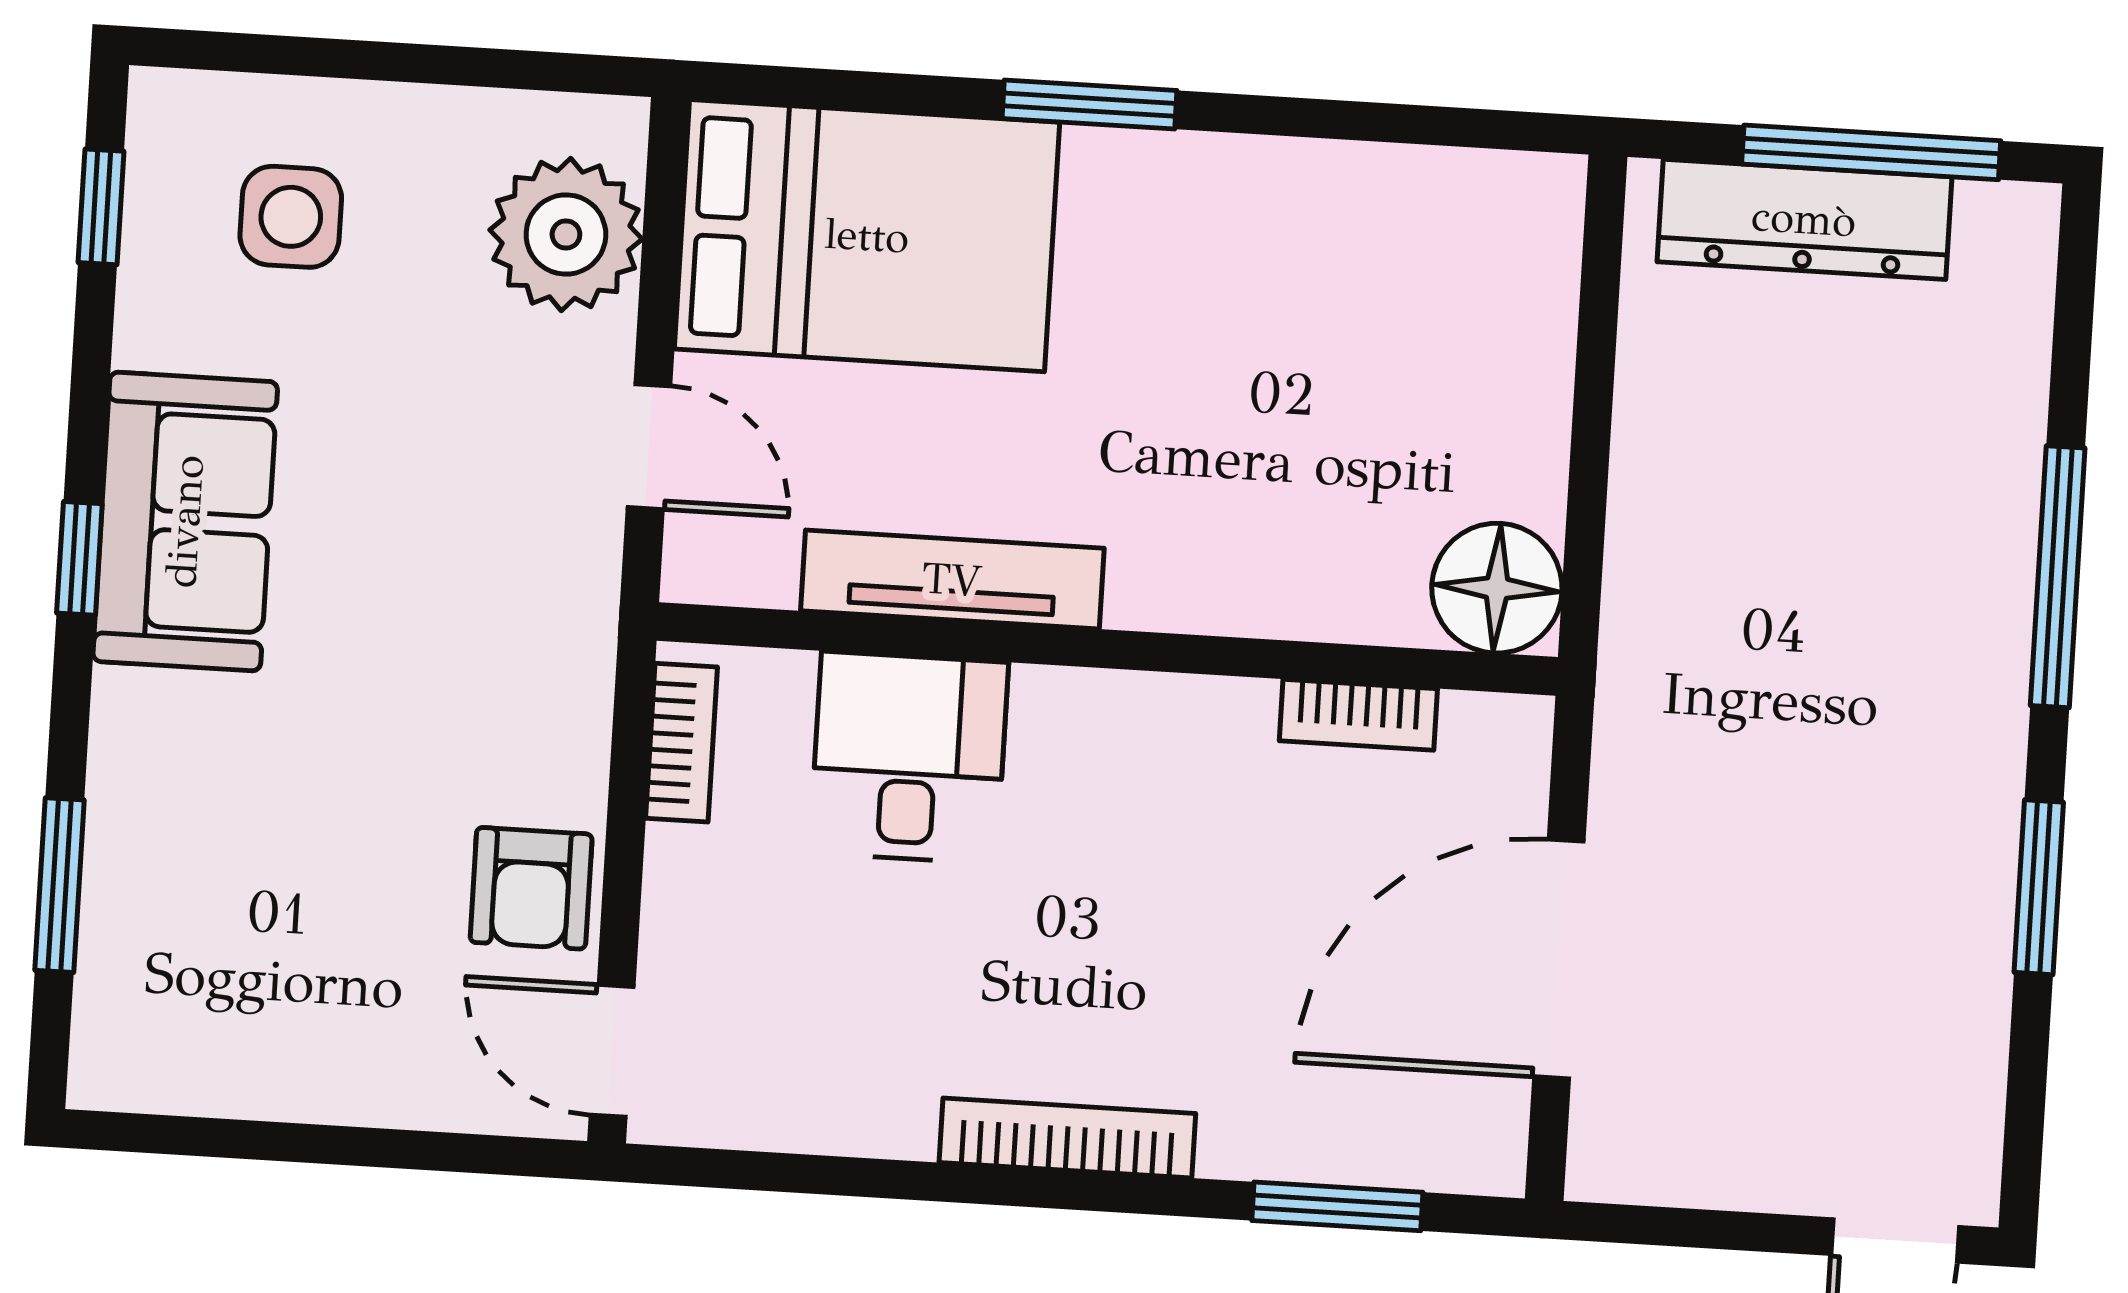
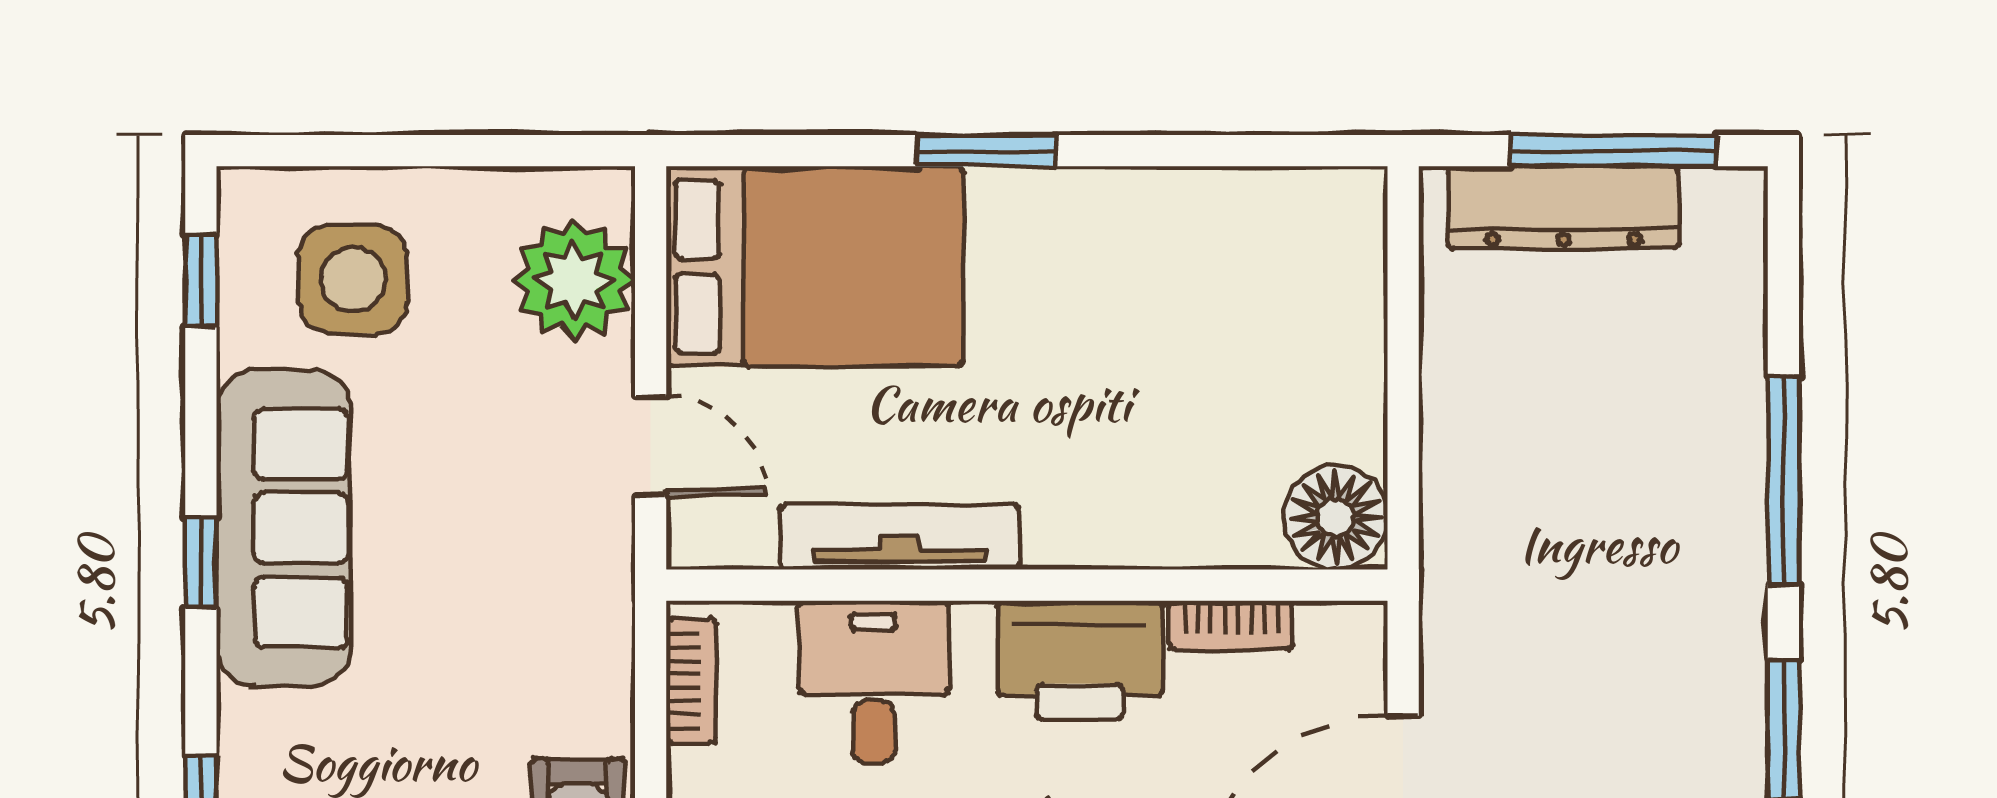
side table: (291, 217) -> (353, 279), width x1.37, depth x1.37
sofa: (185, 522) -> (284, 528), width x1.36
printer: (1167, 747) -> (1080, 660), added

